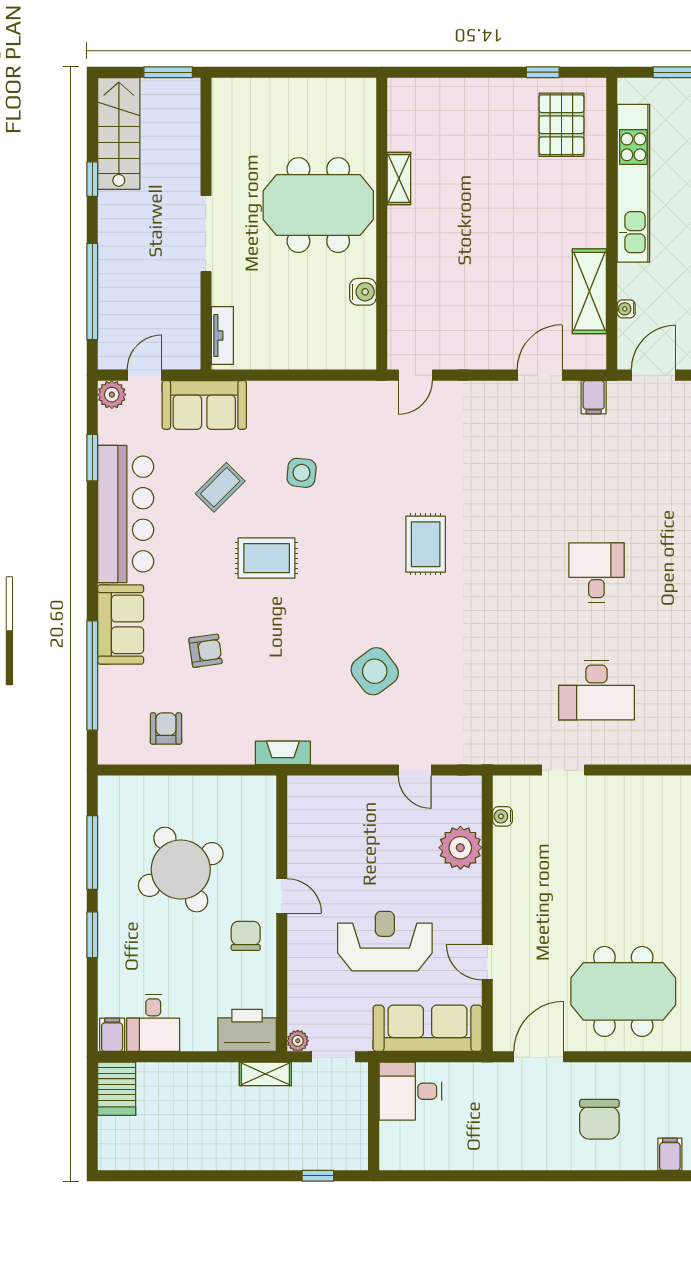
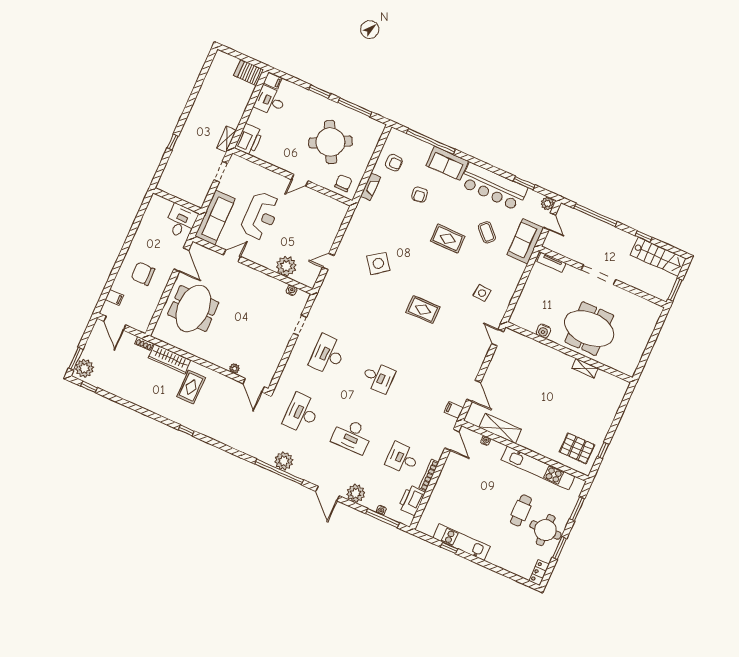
meeting table: (318, 205) -> (589, 329), turned 90
side table: (302, 473) -> (482, 293), moved
rug: (267, 558) -> (448, 239), turned 90
fireplace: (283, 753) -> (371, 187), moved
chair: (246, 936) -> (343, 183), moved, turned -90
plant: (298, 1041) -> (235, 159), removed
desk: (410, 1091) -> (181, 221), moved
wall: (374, 1116) -> (177, 201), moved

